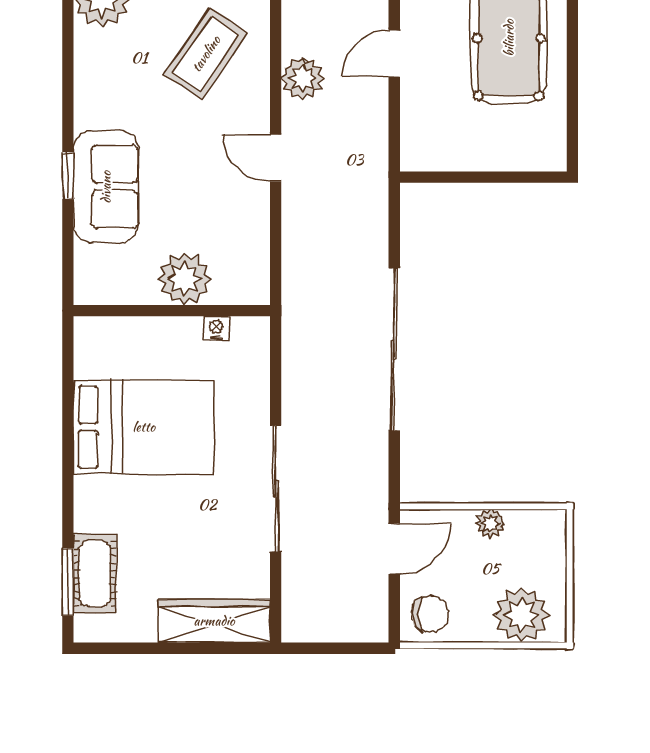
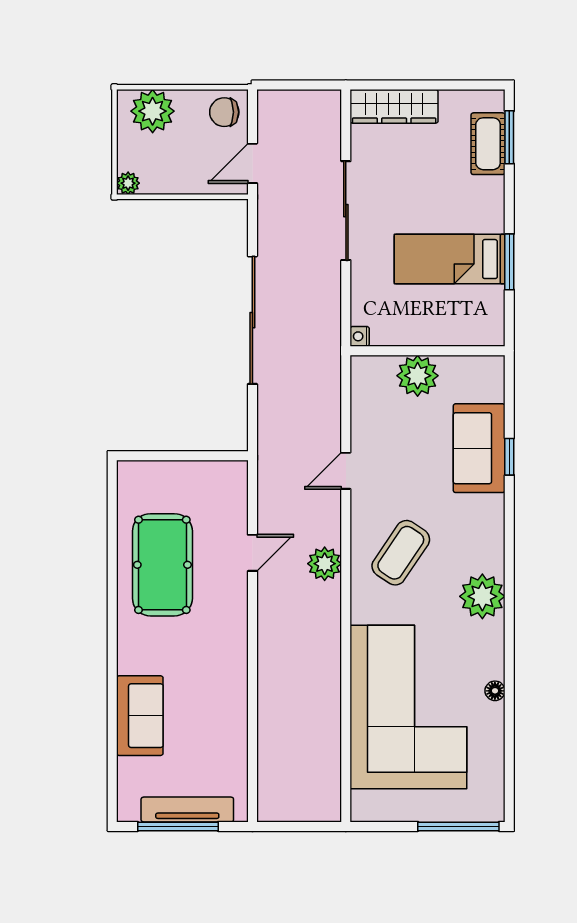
plant: (303, 78) -> (325, 564), moved
door: (276, 158) -> (346, 471), swing flipped
nightstand: (216, 328) -> (360, 336), moved, turned 90
window: (68, 424) -> (509, 262), added
bed: (144, 427) -> (450, 259), width x0.67
plant: (490, 523) -> (128, 183), moved

